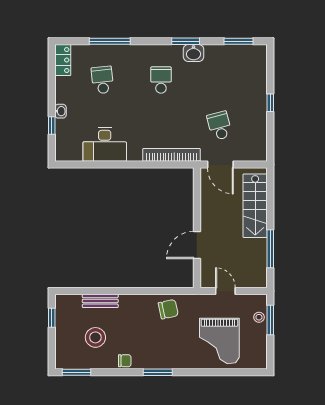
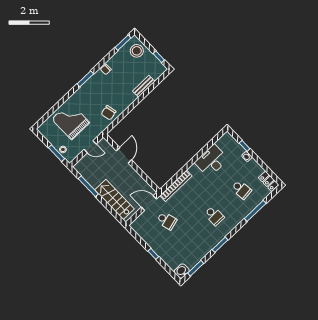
washbasin: (193, 53) -> (182, 271), moved
stool: (95, 337) -> (137, 51), moved

